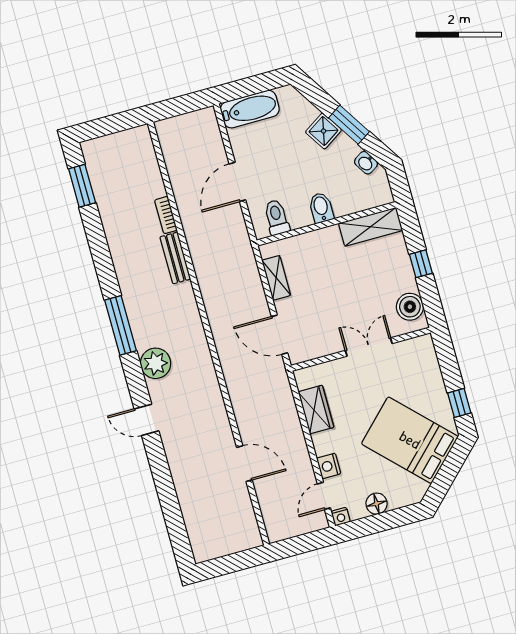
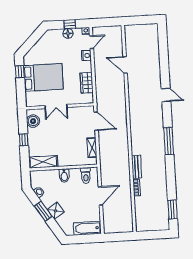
plant: (156, 363) -> (156, 120), removed
bed: (410, 440) -> (43, 77), moved, turned -45
window: (377, 523) -> (70, 24), added

